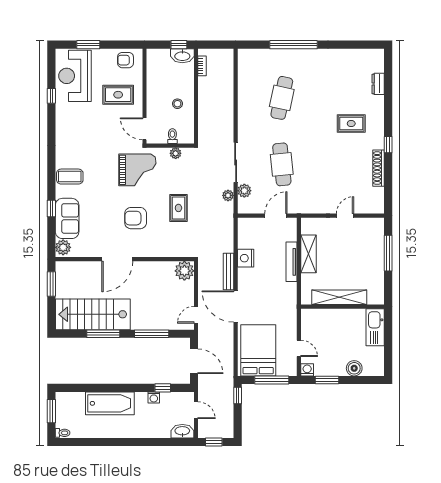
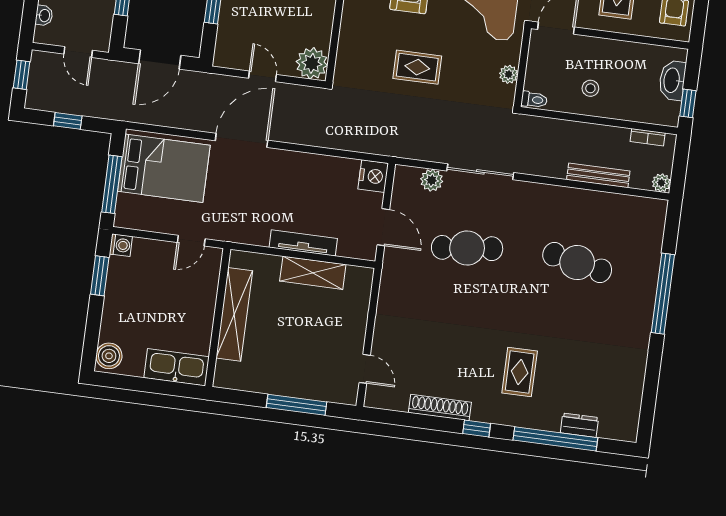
washbasin: (182, 56) -> (672, 80), moved
window: (388, 97) -> (555, 439), added
toilet: (172, 136) -> (534, 100), moved
plant: (228, 195) -> (661, 183), moved
door: (345, 216) -> (365, 369), moved
nightstand: (246, 258) -> (373, 176), moved, turned 90
bench: (228, 271) -> (598, 175), moved
door: (196, 315) -> (263, 76), moved
door: (299, 348) -> (191, 241), moved
boiler: (354, 368) -> (109, 356), moved
window: (238, 395) -> (68, 121), moved
door: (196, 410) -> (78, 52), hinge flipped
washbasin: (182, 431) -> (44, 15), width x0.52, depth x0.69

